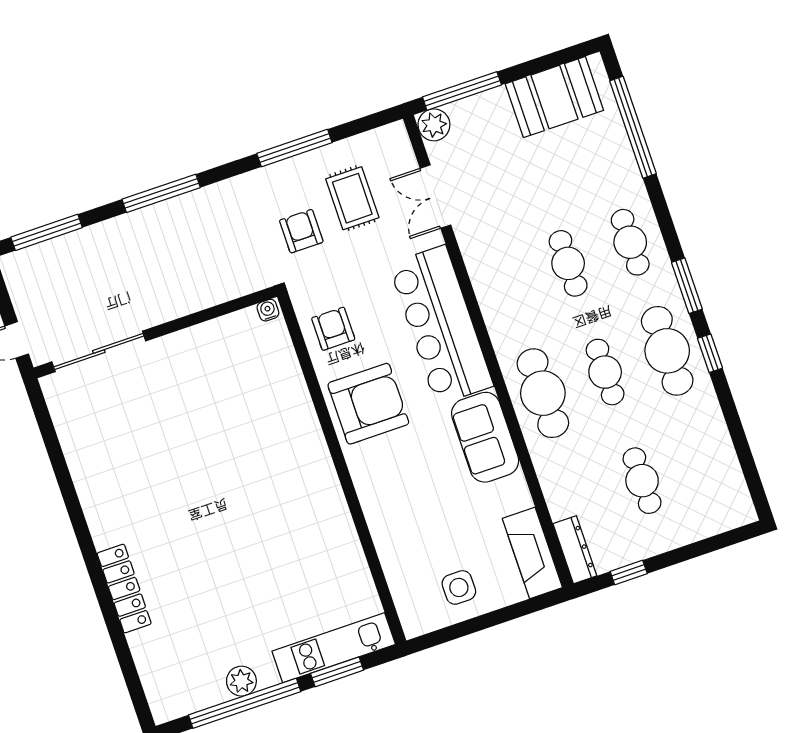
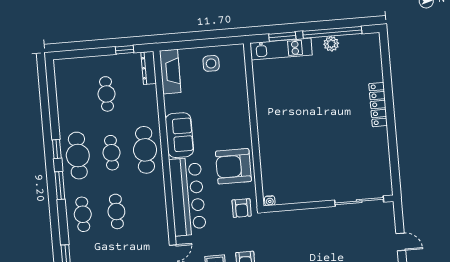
water cooler: (268, 310) -> (270, 201), moved
wall: (155, 332) -> (329, 204), moved
sliding door: (99, 351) -> (359, 201), moved

